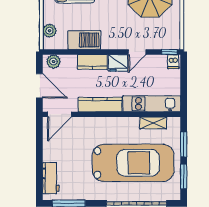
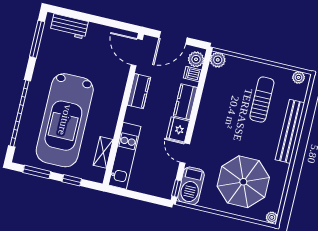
plant: (50, 31) -> (218, 60), moved
barbecue: (84, 40) -> (191, 186), moved
dishwasher: (173, 62) -> (192, 74), moved
kitchen counter: (100, 105) -> (139, 91), width x0.67
window: (184, 144) -> (72, 180), width x0.67

